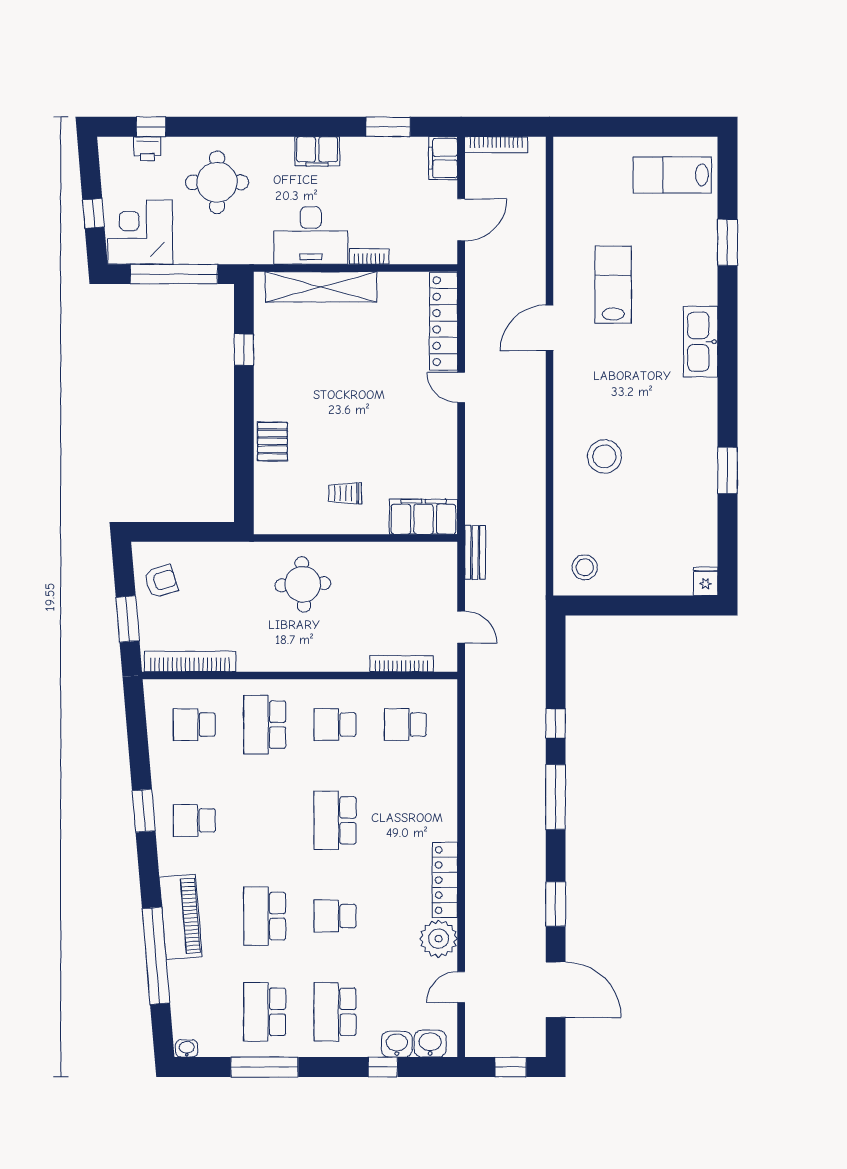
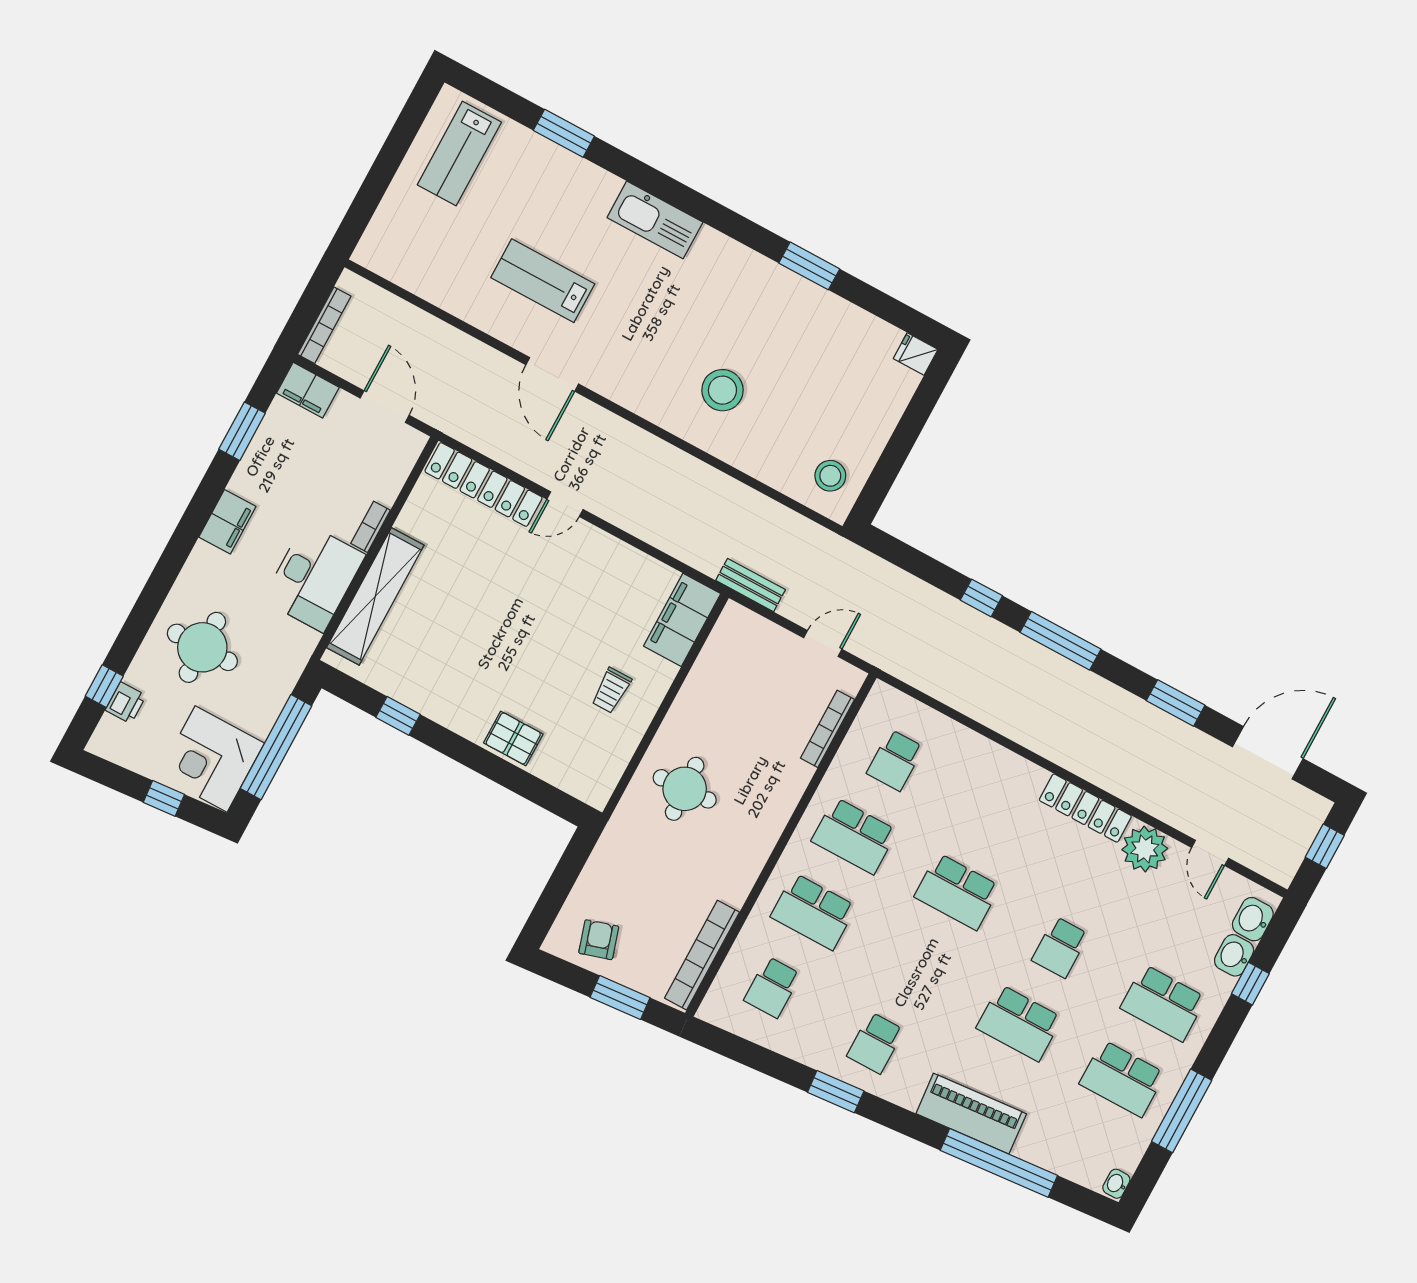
school desk: (335, 725) -> (854, 836), width x1.85

